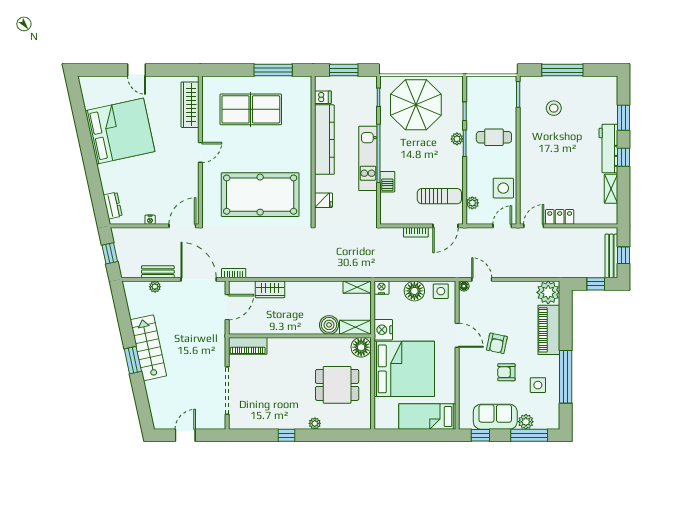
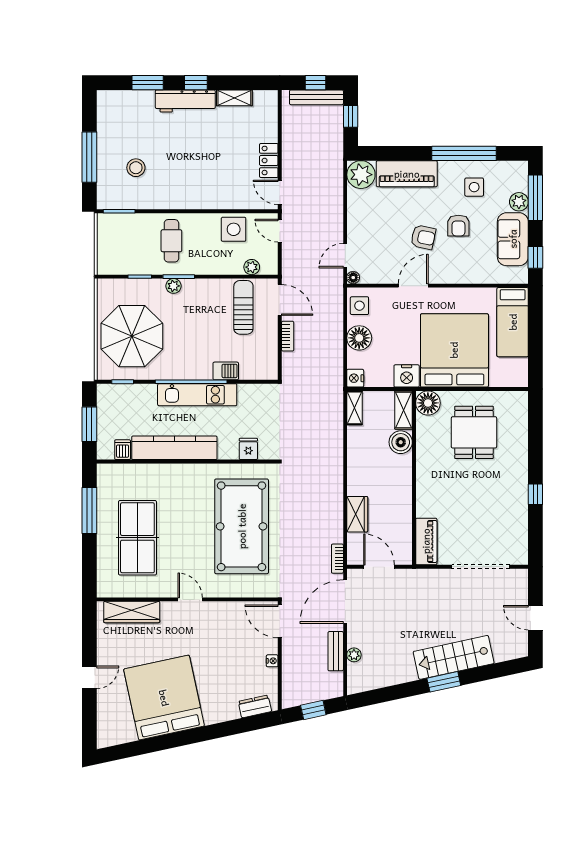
stairs: (148, 348) -> (454, 657), moved
plant: (315, 423) -> (521, 460), removed

